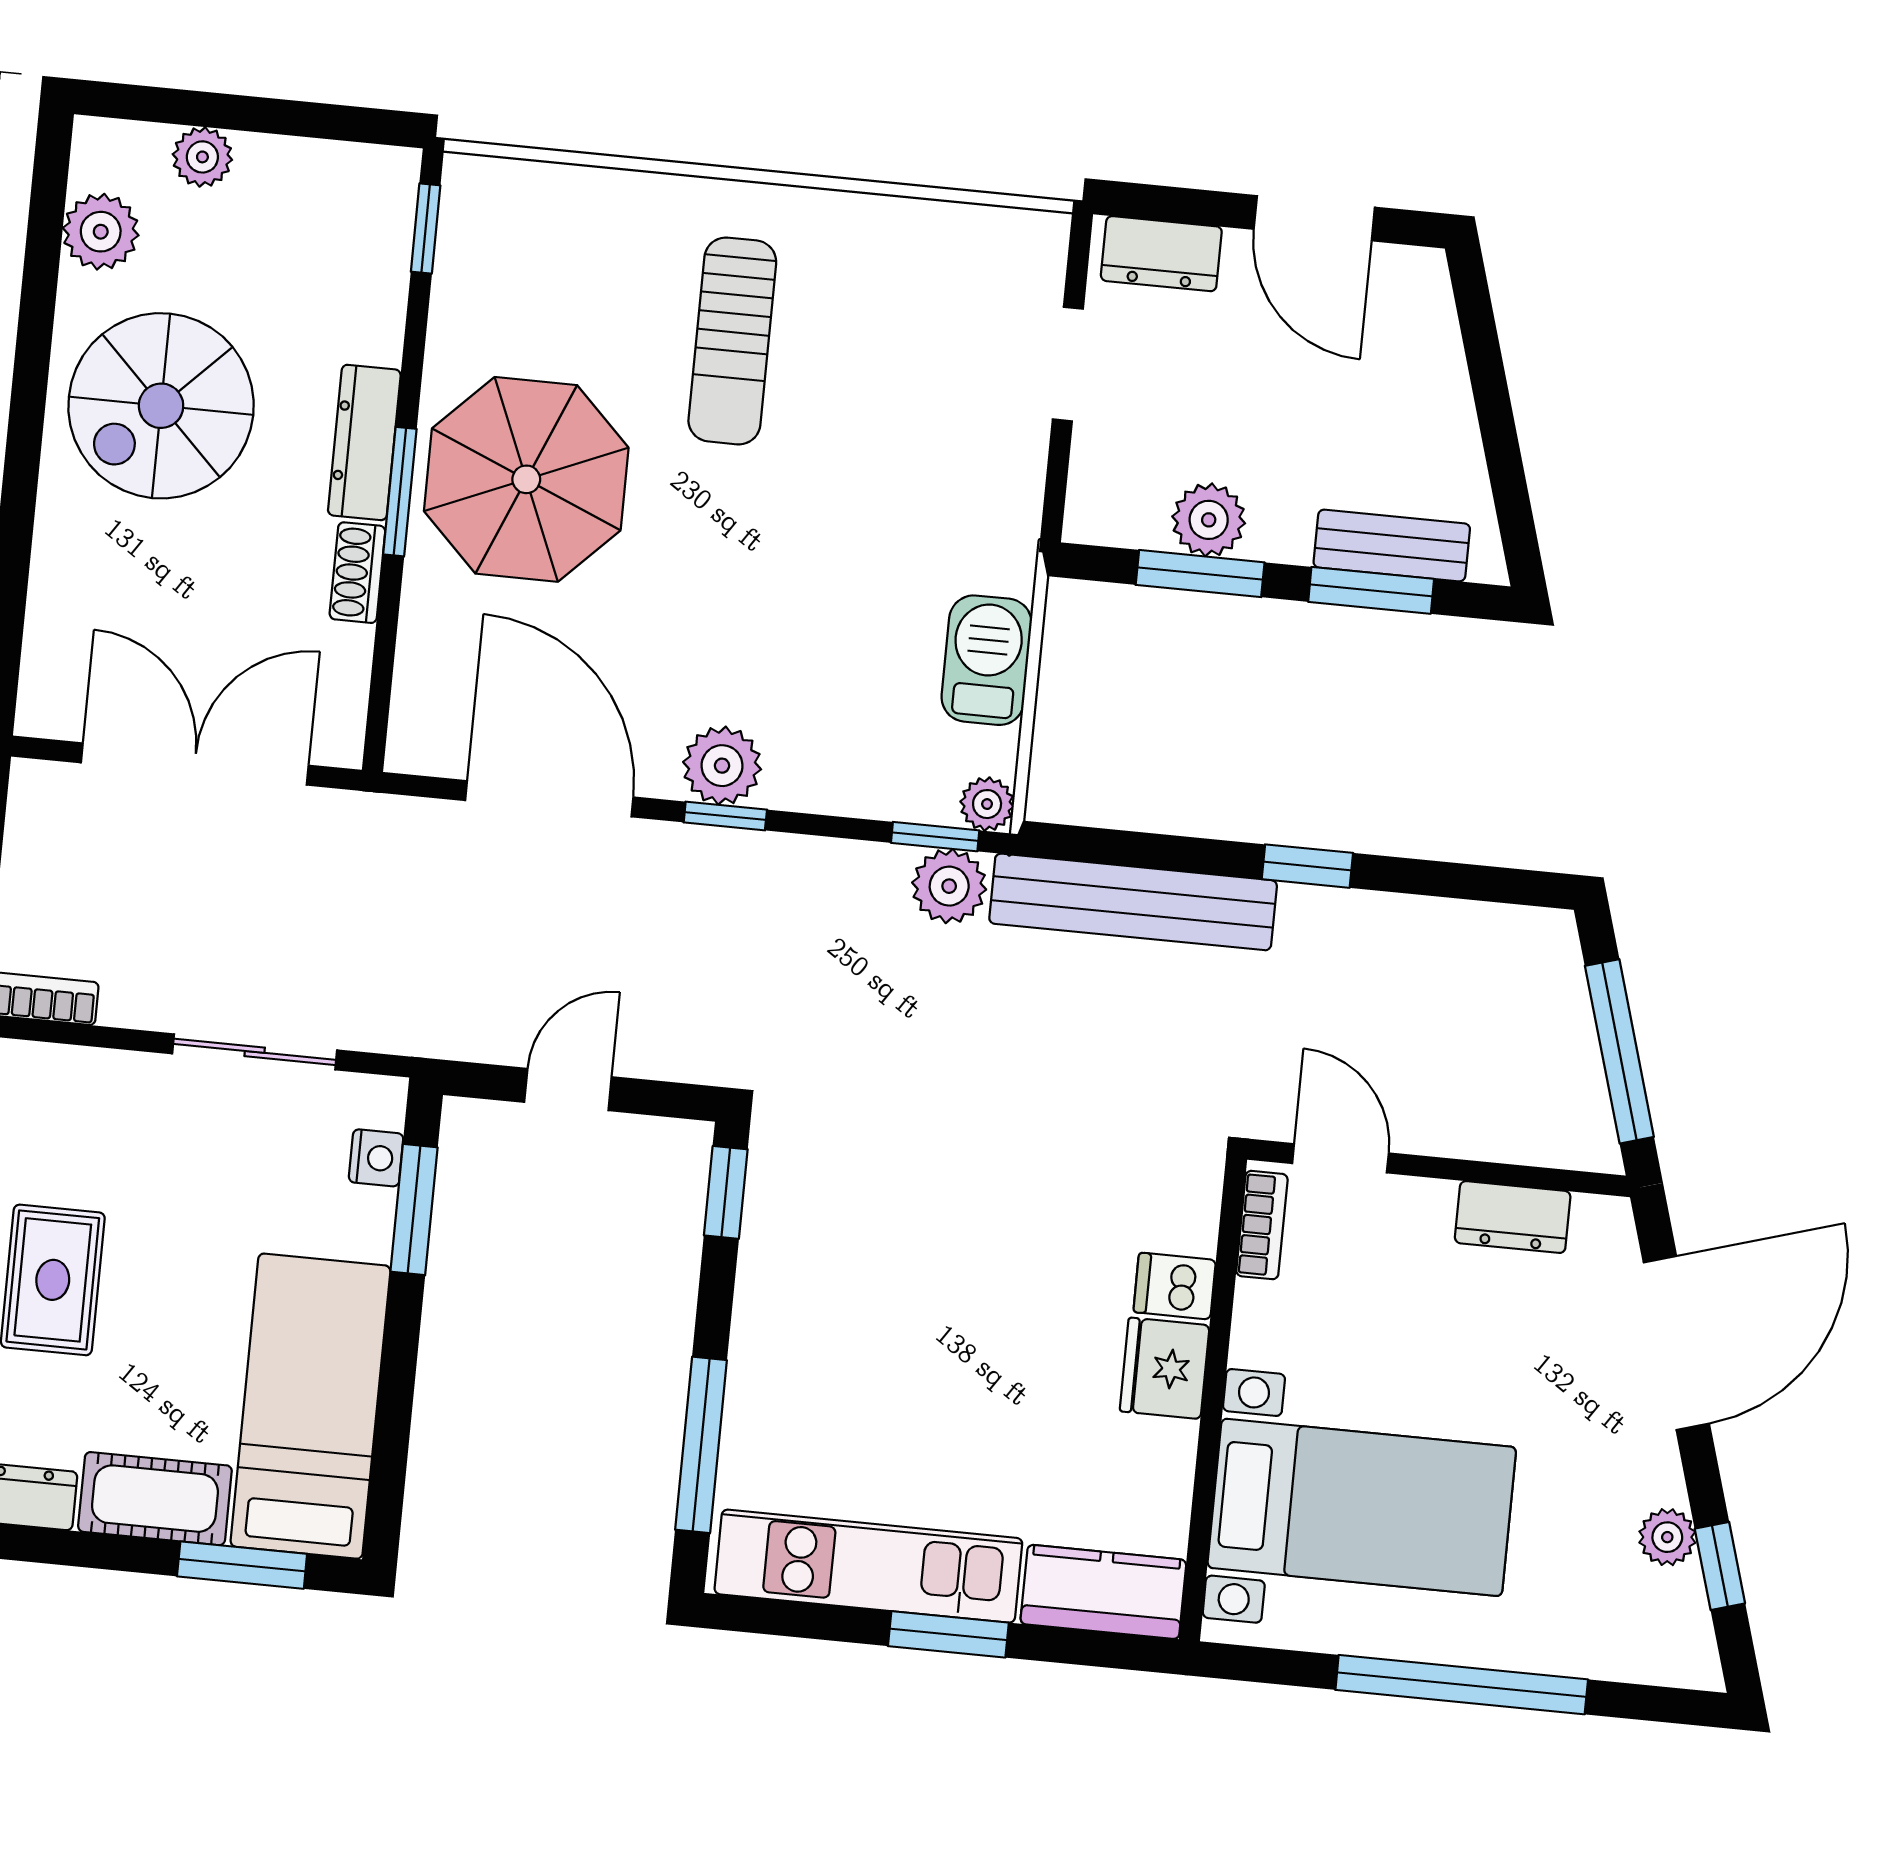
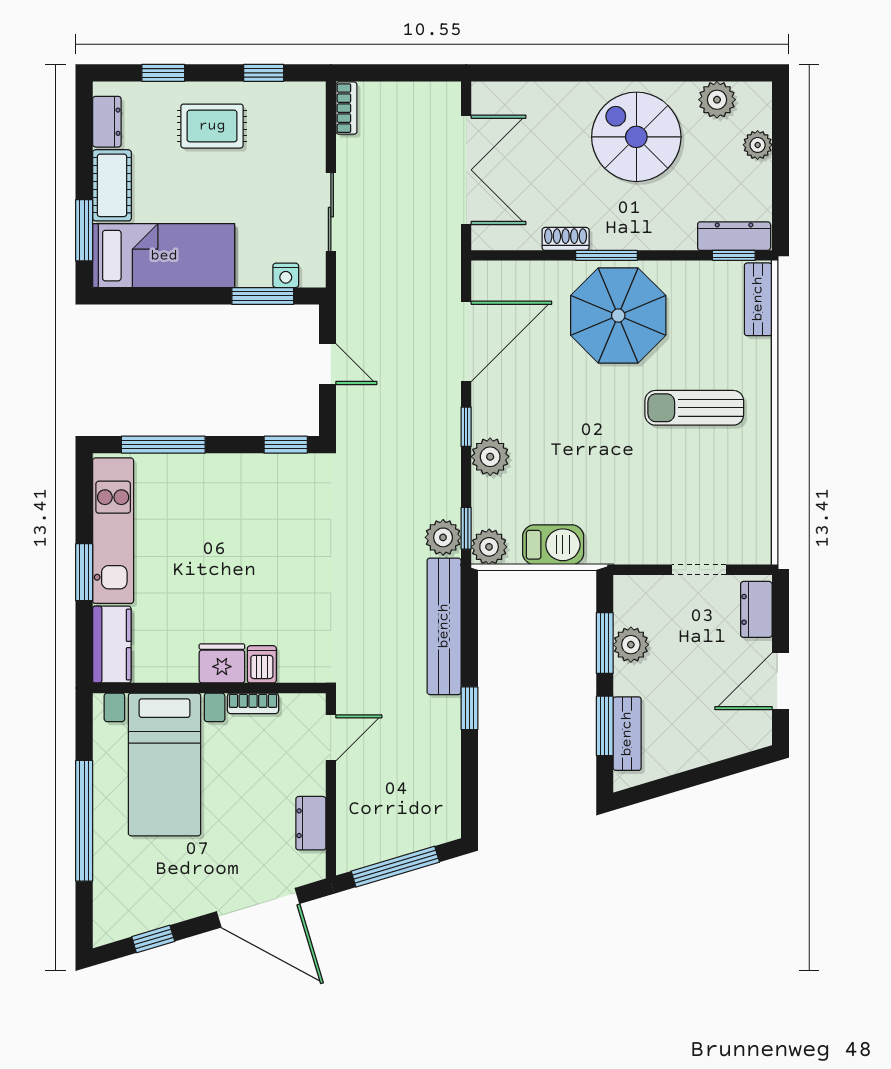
bench: (521, 187) -> (758, 299), added
dresser: (364, 442) -> (734, 236), moved
plant: (722, 766) -> (490, 457), moved
plant: (987, 804) -> (489, 547), width x1.38, depth x1.38
bookcase: (1262, 1225) -> (253, 703), moved
plant: (1667, 1537) -> (165, 912), removed

